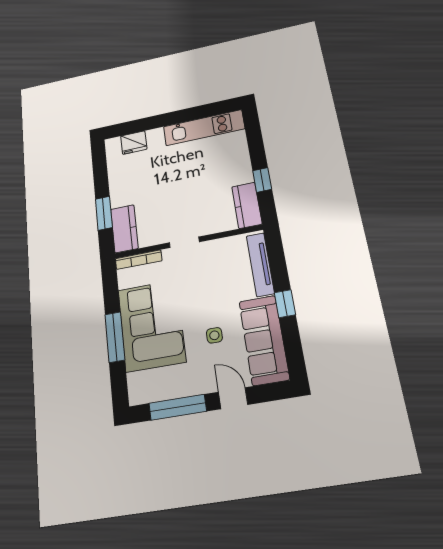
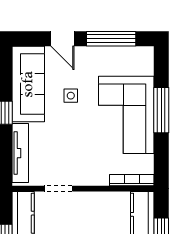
doorway: (184, 242) -> (58, 189), moved

